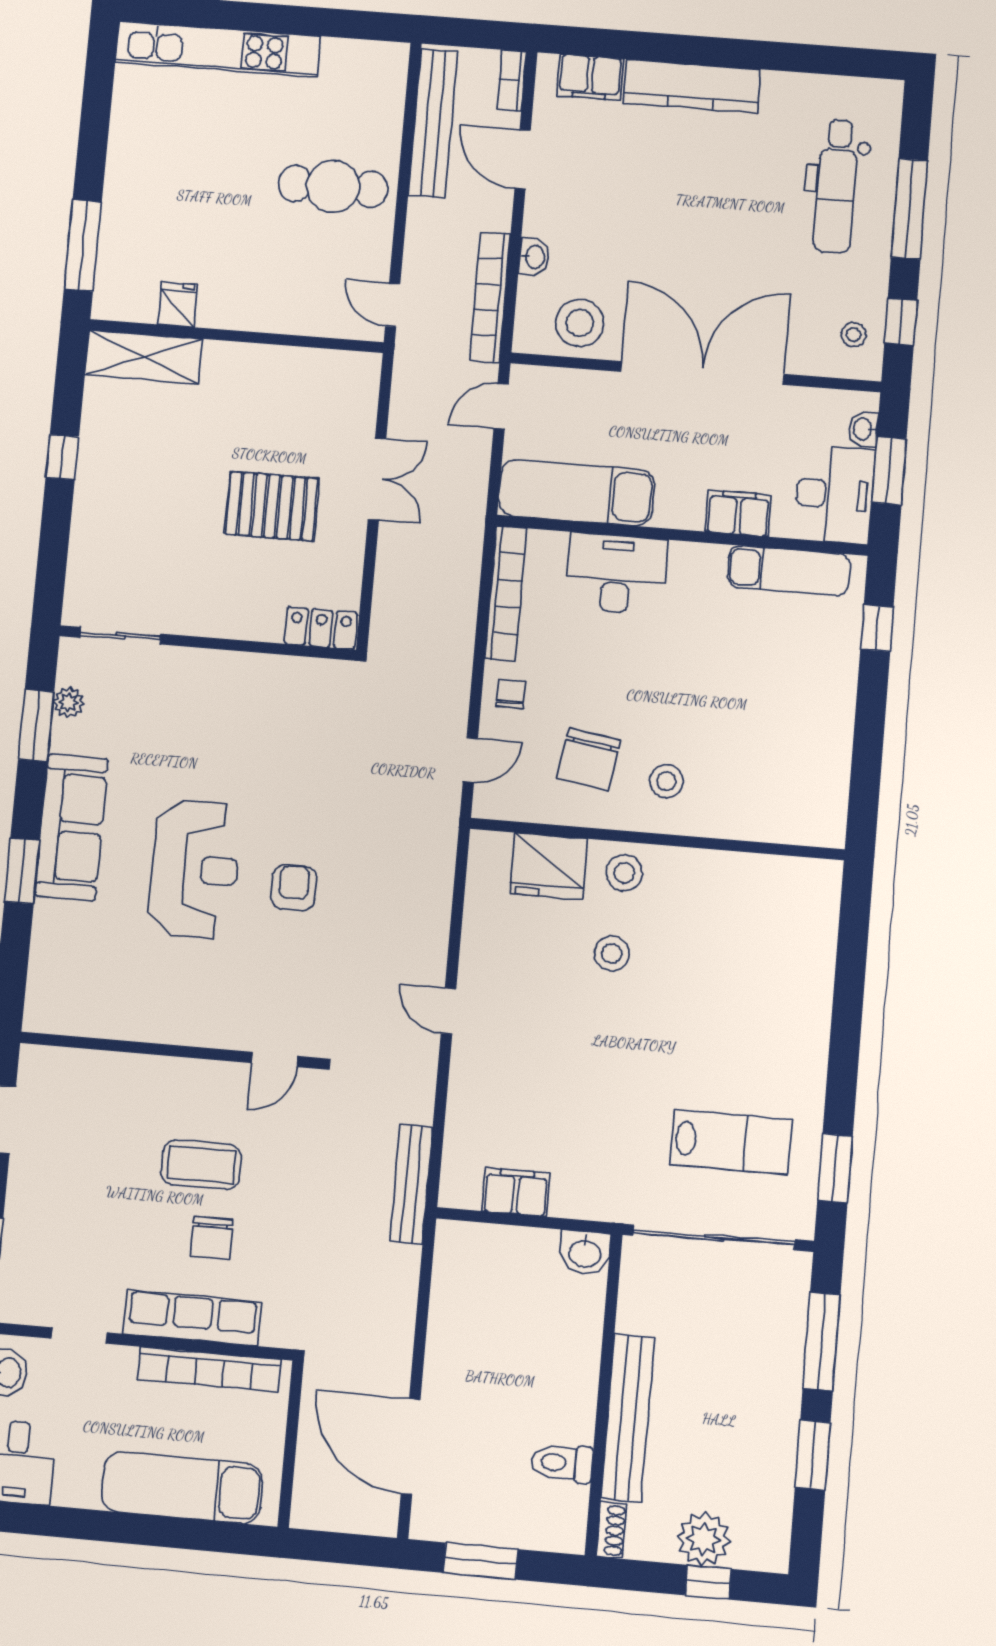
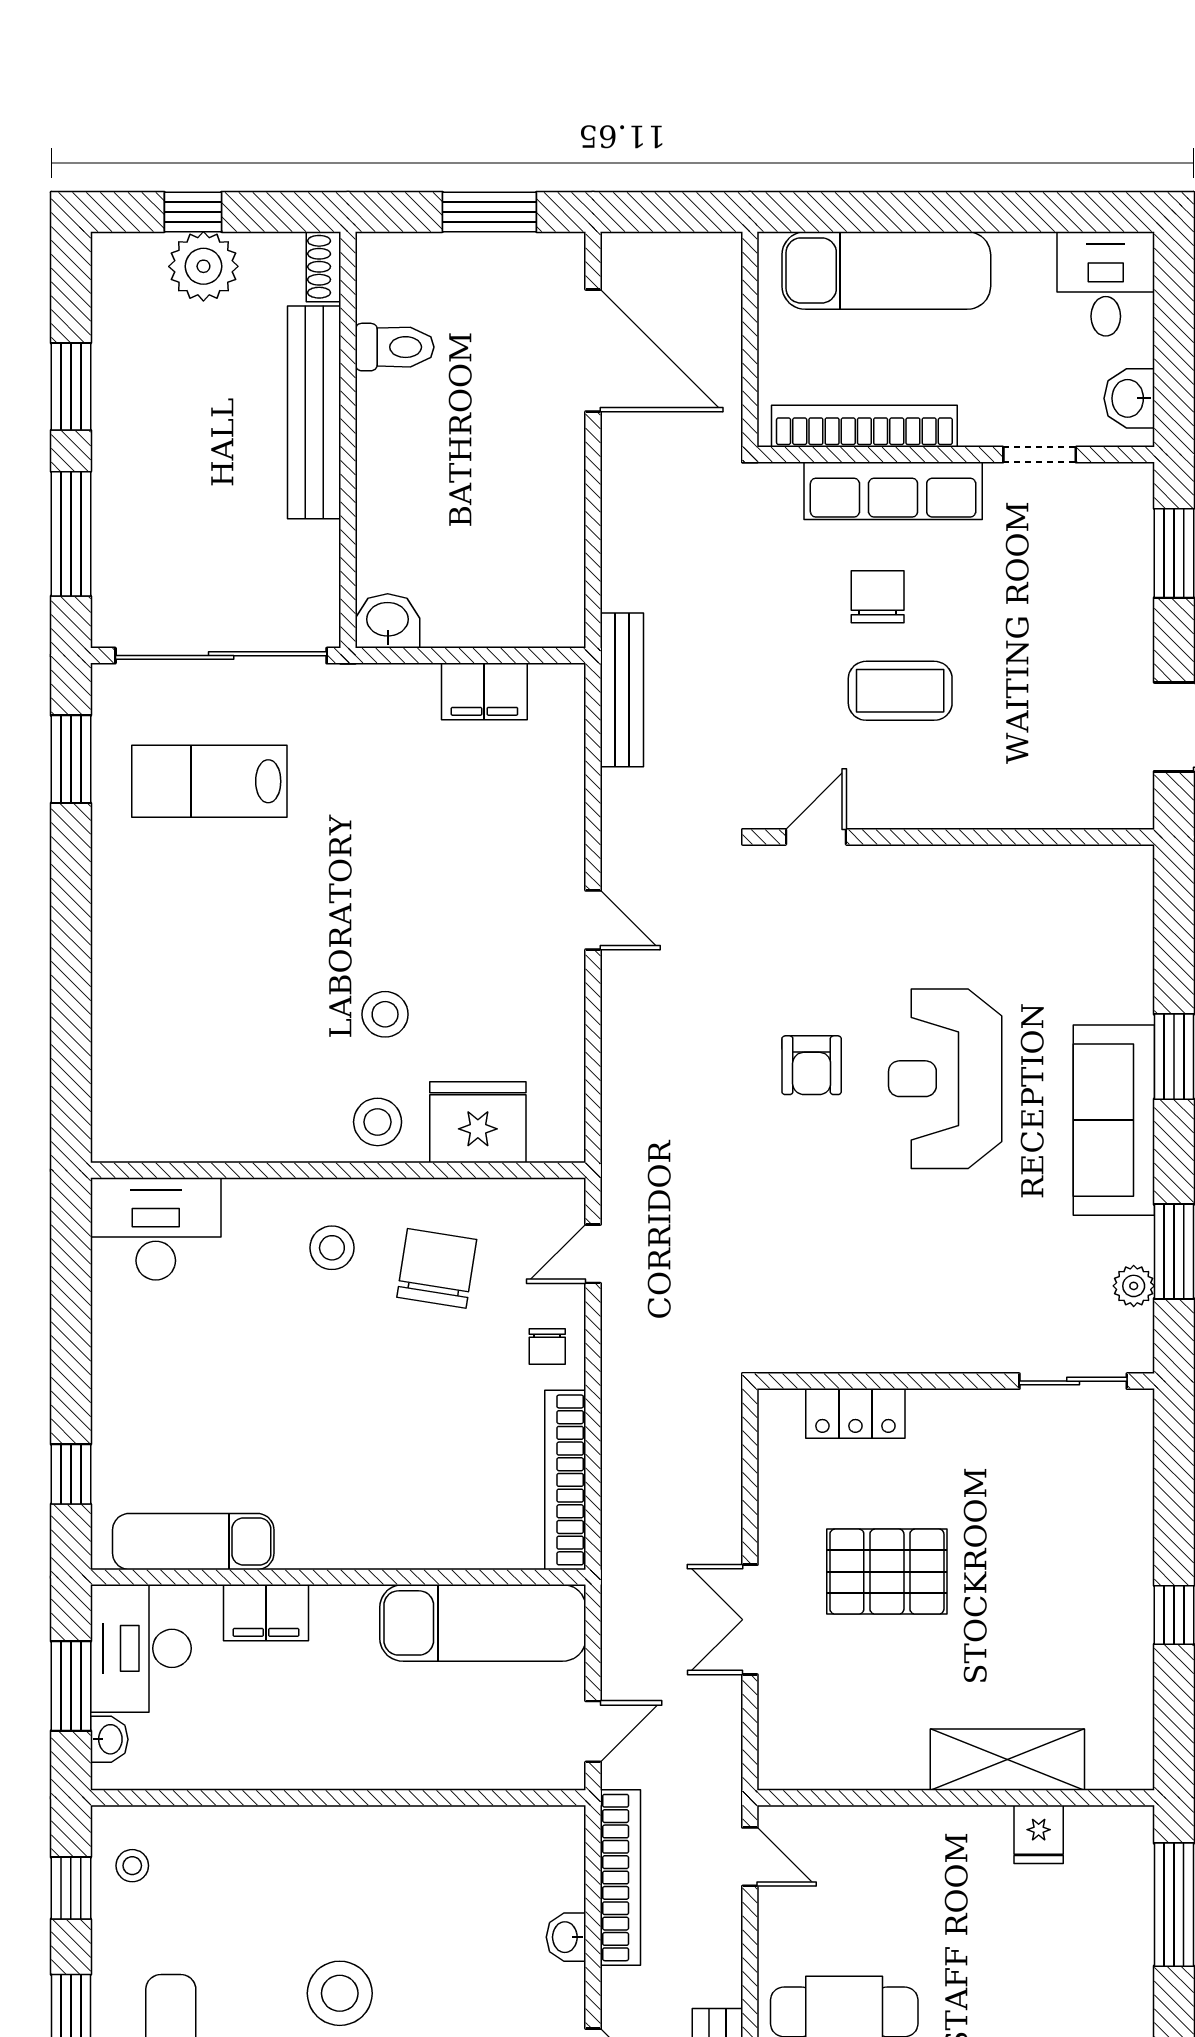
stool: (580, 323) -> (340, 1993), moved
shelving: (144, 357) -> (1007, 1760), moved
double door: (702, 373) -> (329, 1798), removed
desk: (616, 574) -> (156, 1229), moved, turned 180
locker: (321, 628) -> (855, 1413), moved

